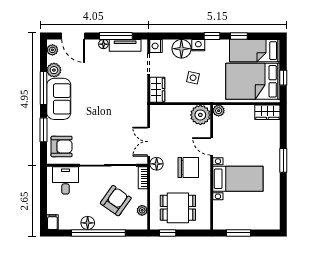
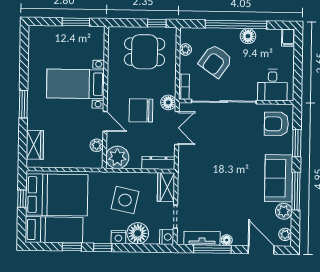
side table: (193, 78) -> (125, 200), width x1.87, depth x1.87
dresser: (164, 111) -> (158, 163), added
plant: (219, 111) -> (97, 145), moved
wardrobe: (267, 112) -> (35, 145), moved, turned 90
chair: (188, 168) -> (141, 110), moved

